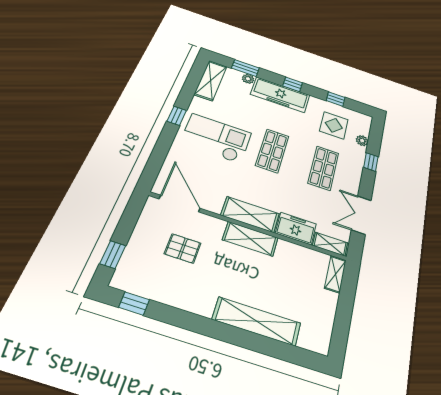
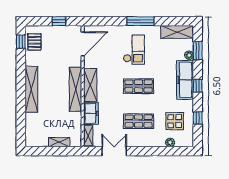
window: (177, 116) -> (140, 21), width x2.17
checkout: (216, 138) -> (134, 50), width x0.73, depth x0.83
window: (371, 162) -> (155, 151), removed
shelving: (250, 239) -> (75, 89), width x1.47
pallet: (183, 248) -> (34, 42), moved
window: (113, 255) -> (59, 21), moved
shelving: (335, 274) -> (59, 142), moved
shelving: (257, 321) -> (31, 89), moved

